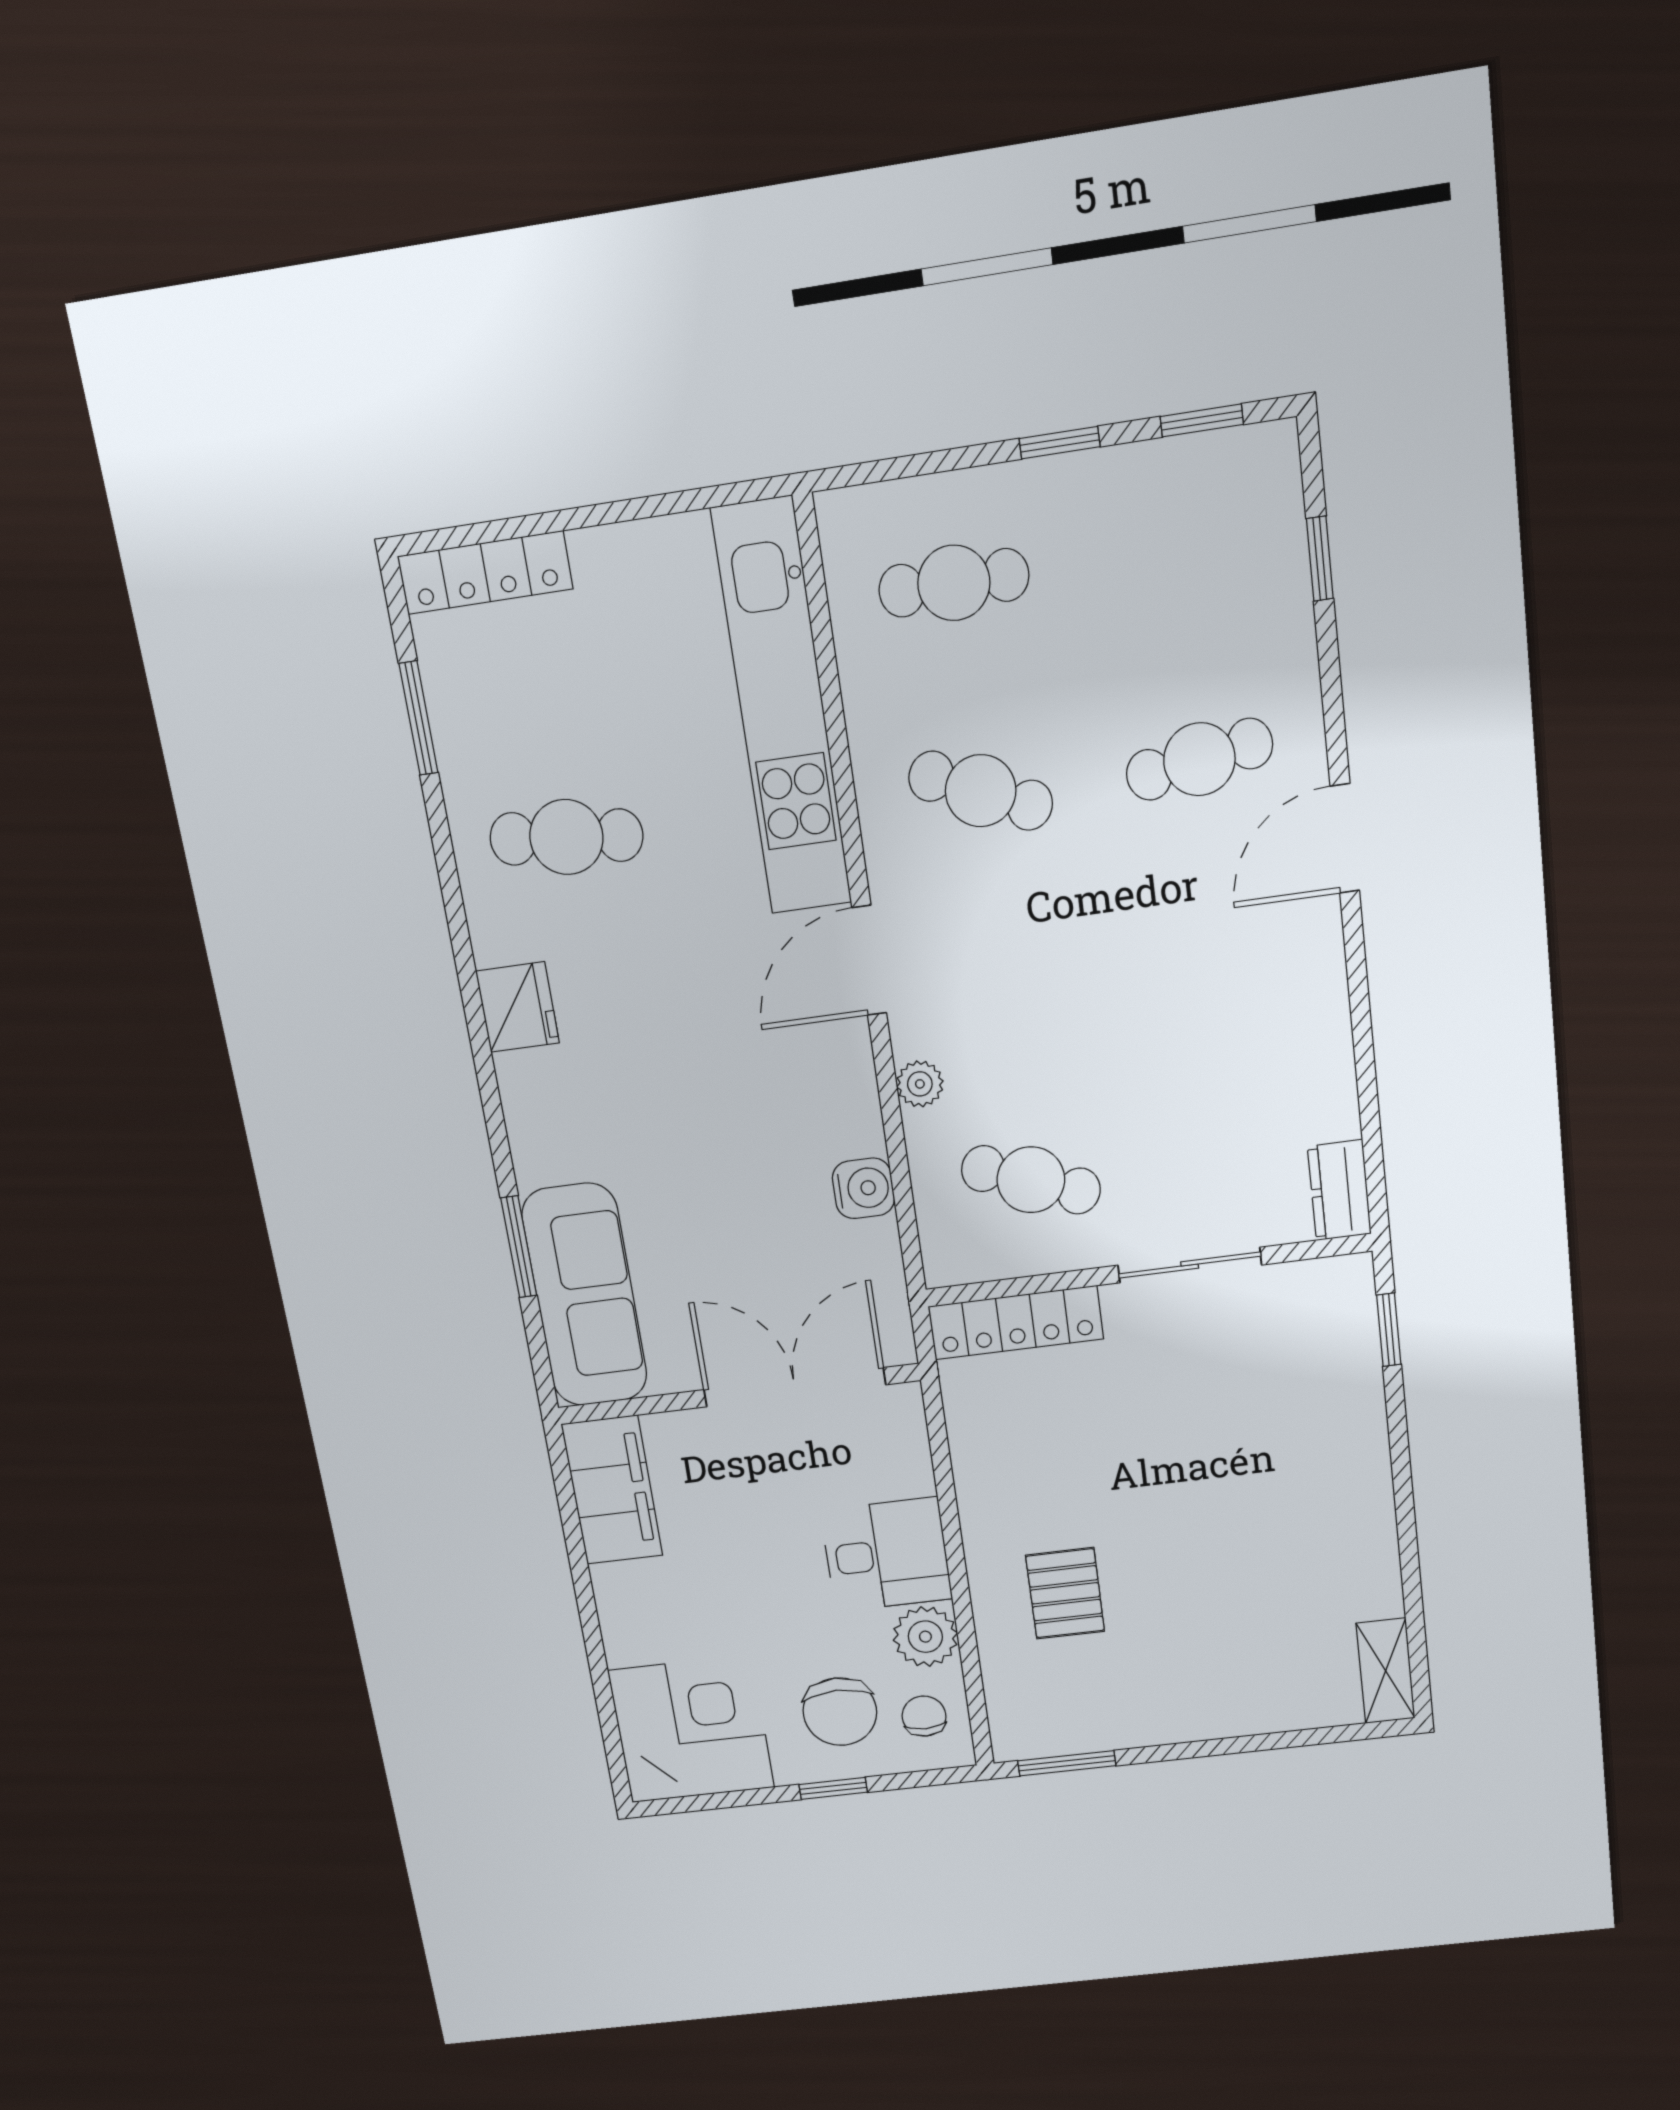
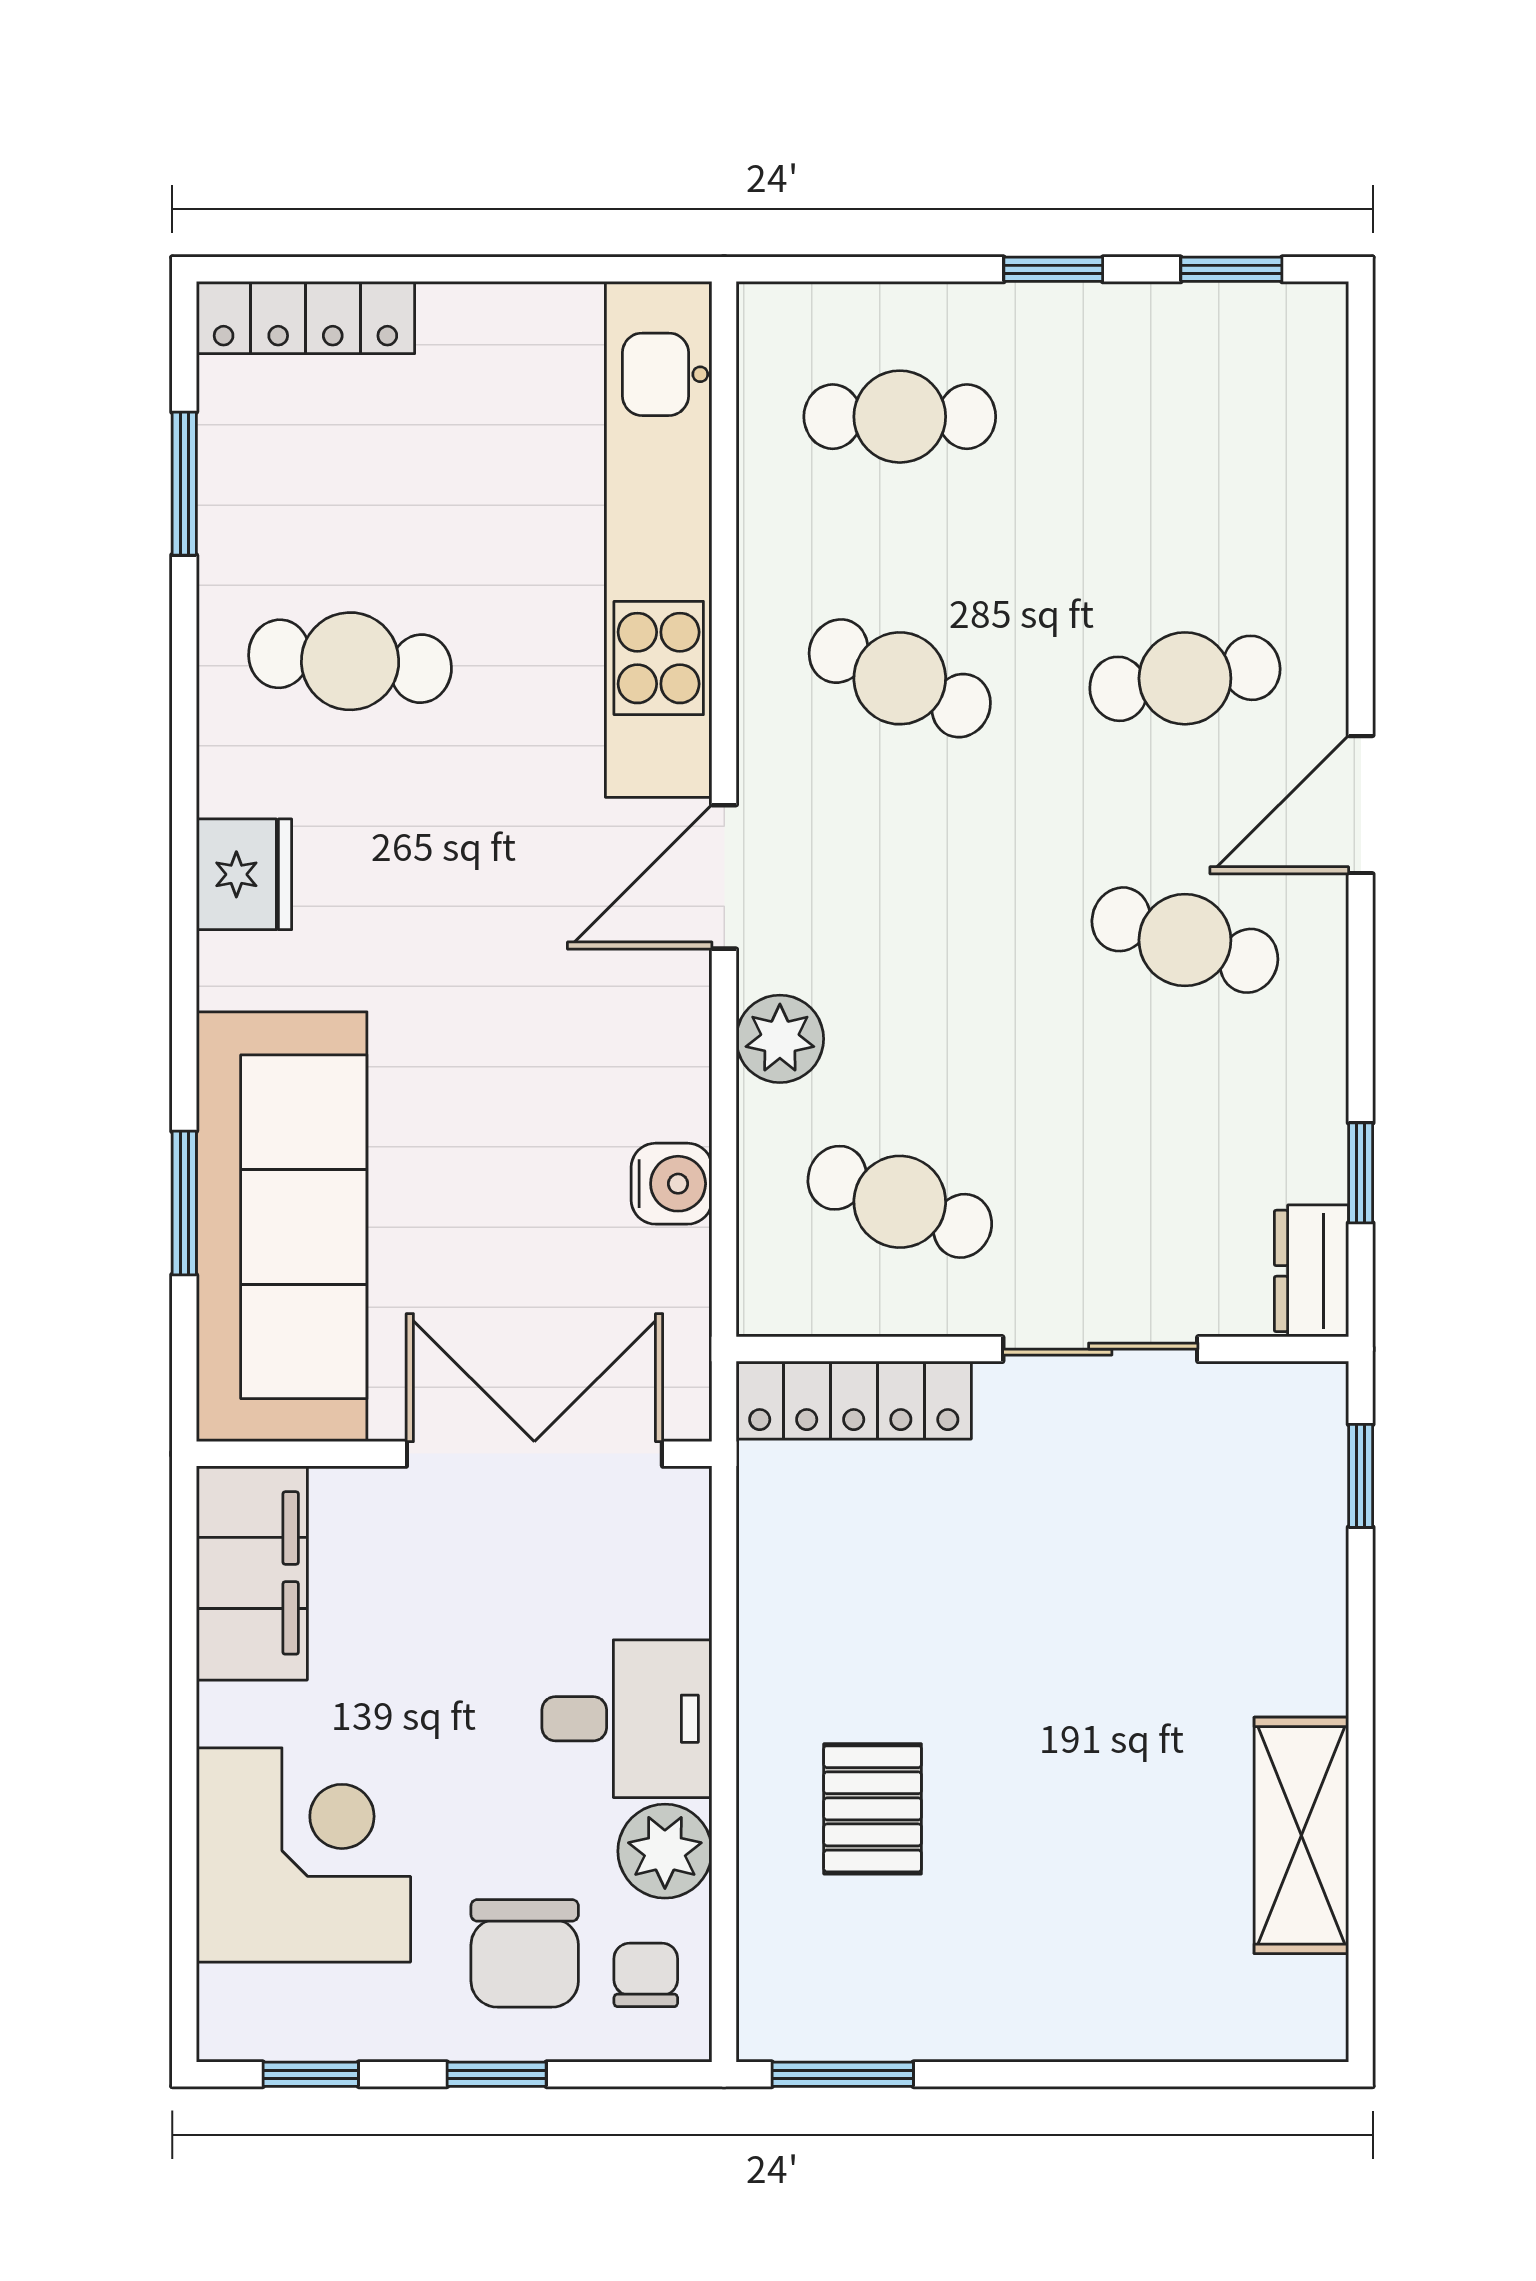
window: (1320, 559) -> (1361, 1173), moved
cafe table: (1220, 960) -> (1185, 940), added
plant: (920, 1084) -> (780, 1039), width x1.38, depth x1.38
sofa: (585, 1295) -> (282, 1227), width x1.36, depth x1.27
shelving: (1386, 1671) -> (1301, 1835), moved, width x1.50, depth x1.33
corner desk: (691, 1729) -> (303, 1855), moved
window: (709, 1802) -> (311, 2074), added

